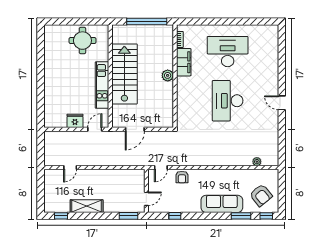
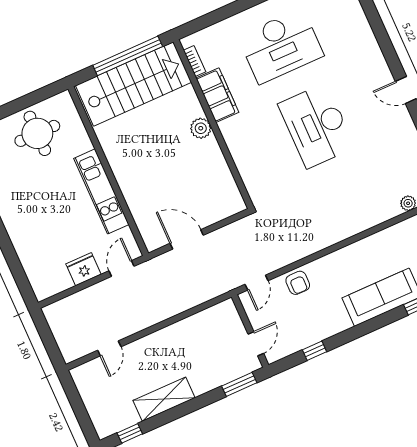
desk: (228, 52) -> (281, 46), turned 180
stairs: (124, 74) -> (133, 84), moved, turned 90
door: (135, 129) -> (187, 239), swing flipped

